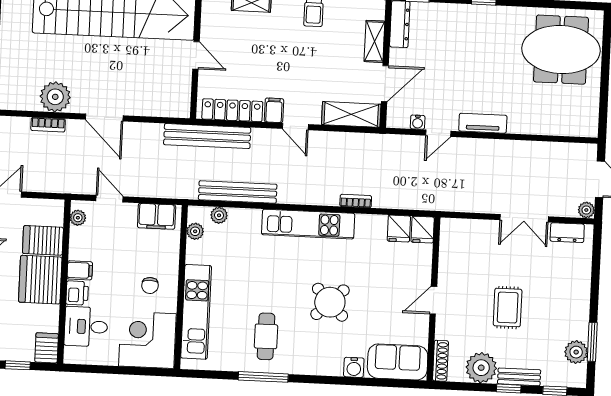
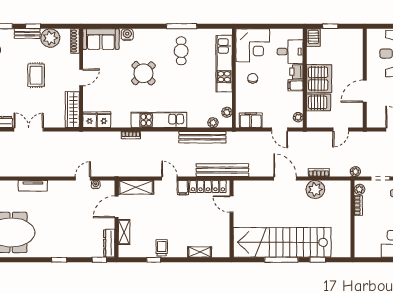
door: (196, 55) -> (231, 204), moved
tv unit: (483, 123) -> (33, 186), moved
wardrobe: (450, 248) -> (72, 110), added

